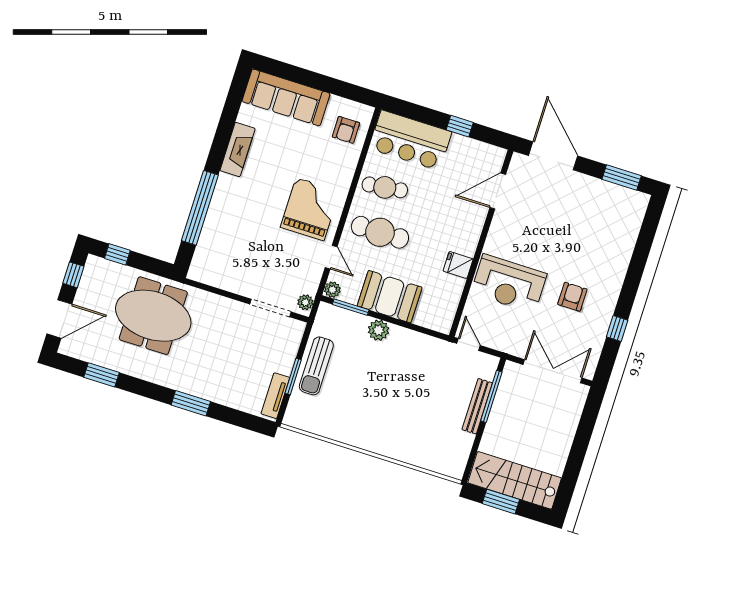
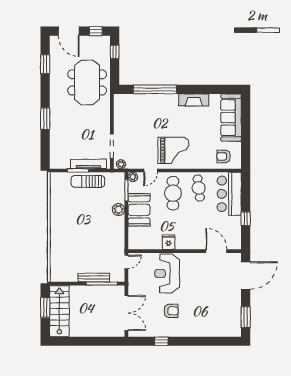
tv unit: (275, 396) -> (89, 164), moved, width x1.41

